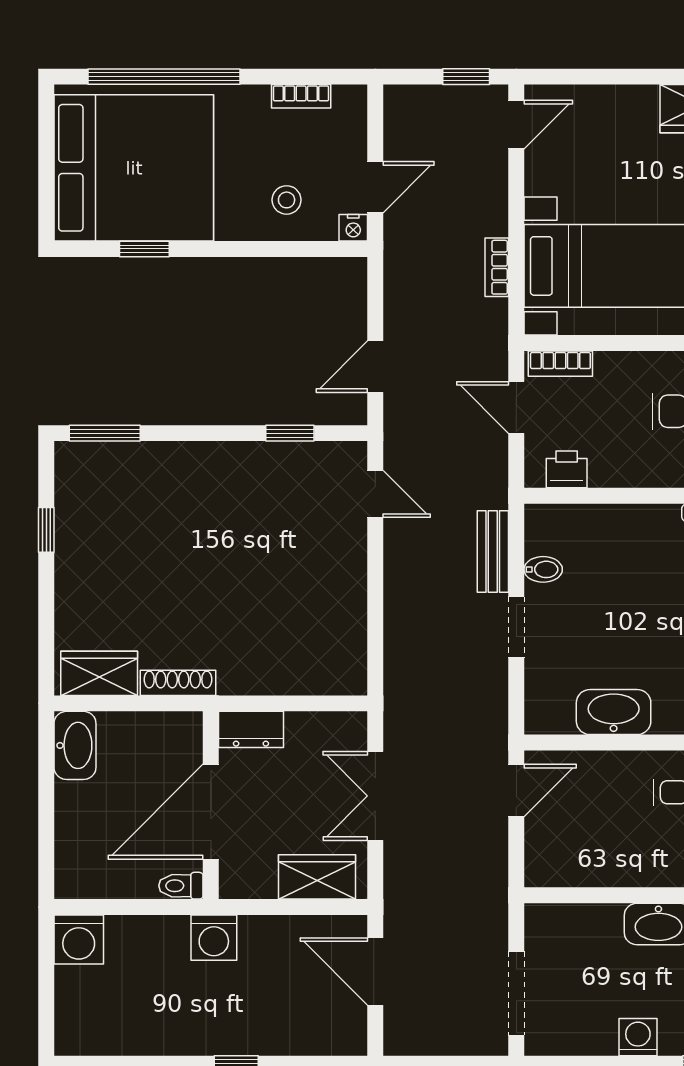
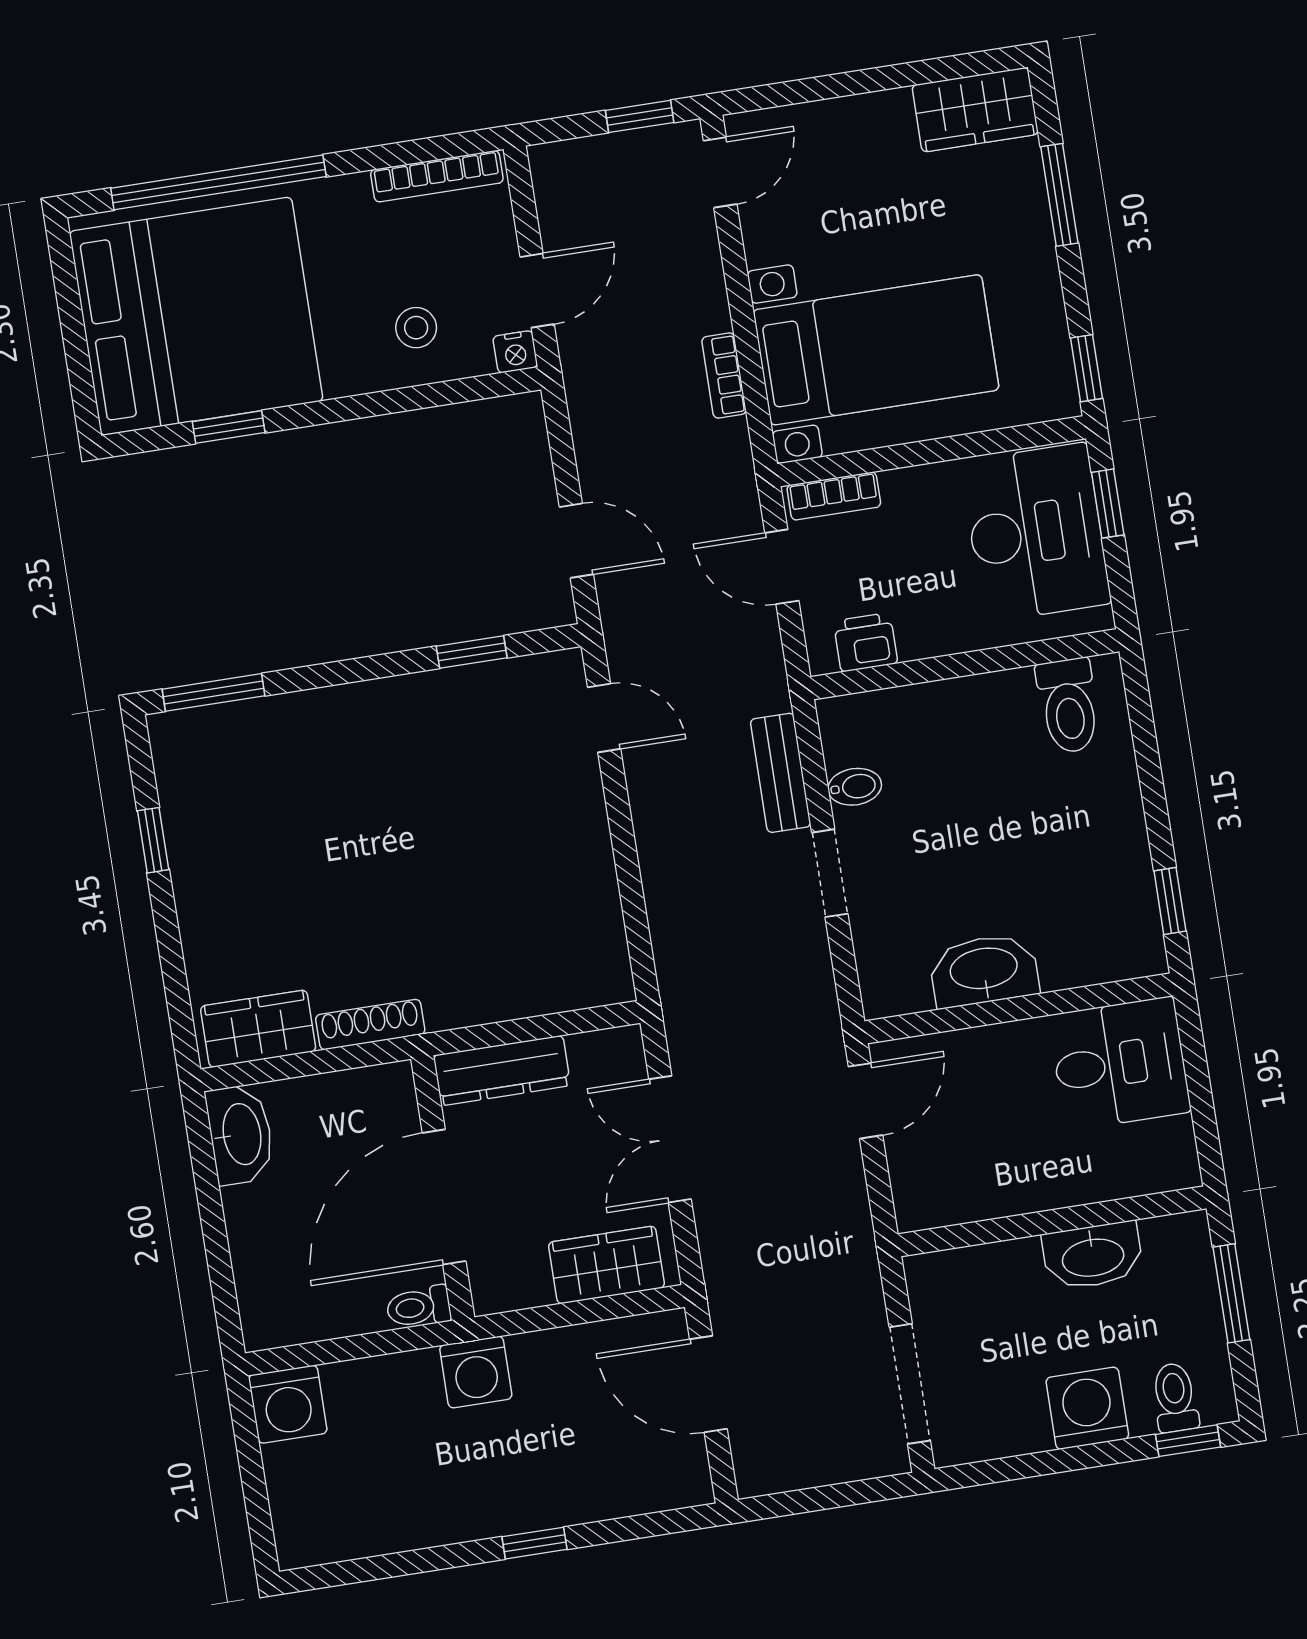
bookcase: (301, 96) -> (437, 176), width x1.56
door: (375, 367) -> (576, 541), swing flipped
dresser: (251, 729) -> (502, 1071), width x1.44
washing machine: (638, 1037) -> (1087, 1408), width x1.38, depth x1.38

